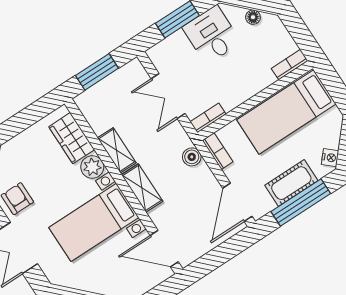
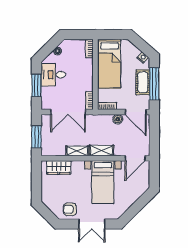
double door: (168, 96) -> (68, 112), width x1.37
boiler: (192, 157) -> (118, 119), moved
plant: (92, 167) -> (78, 167), removed

